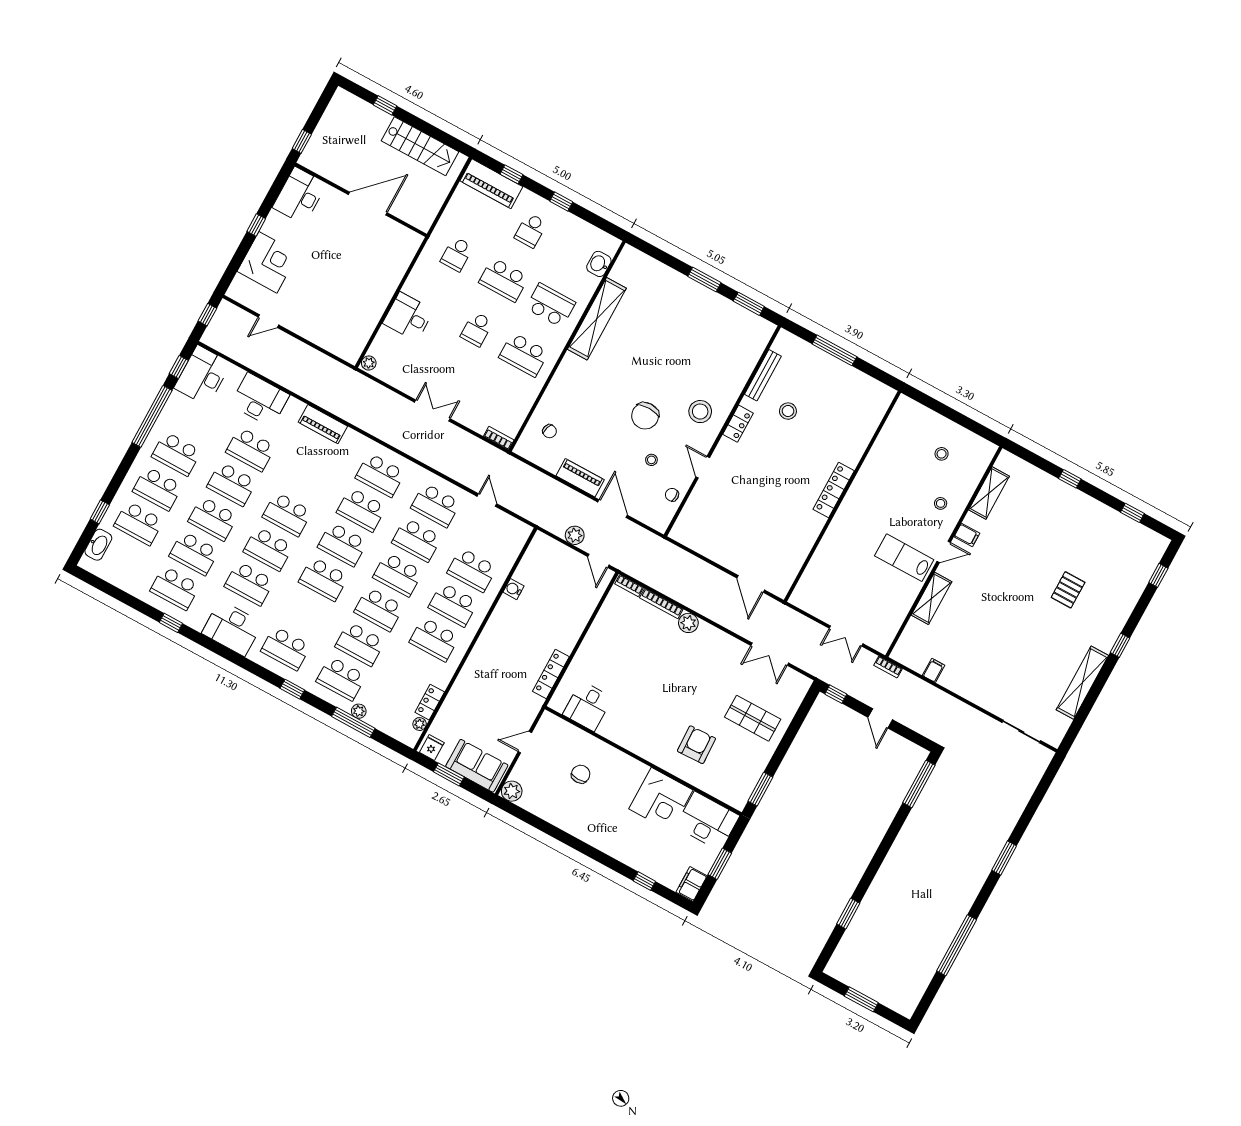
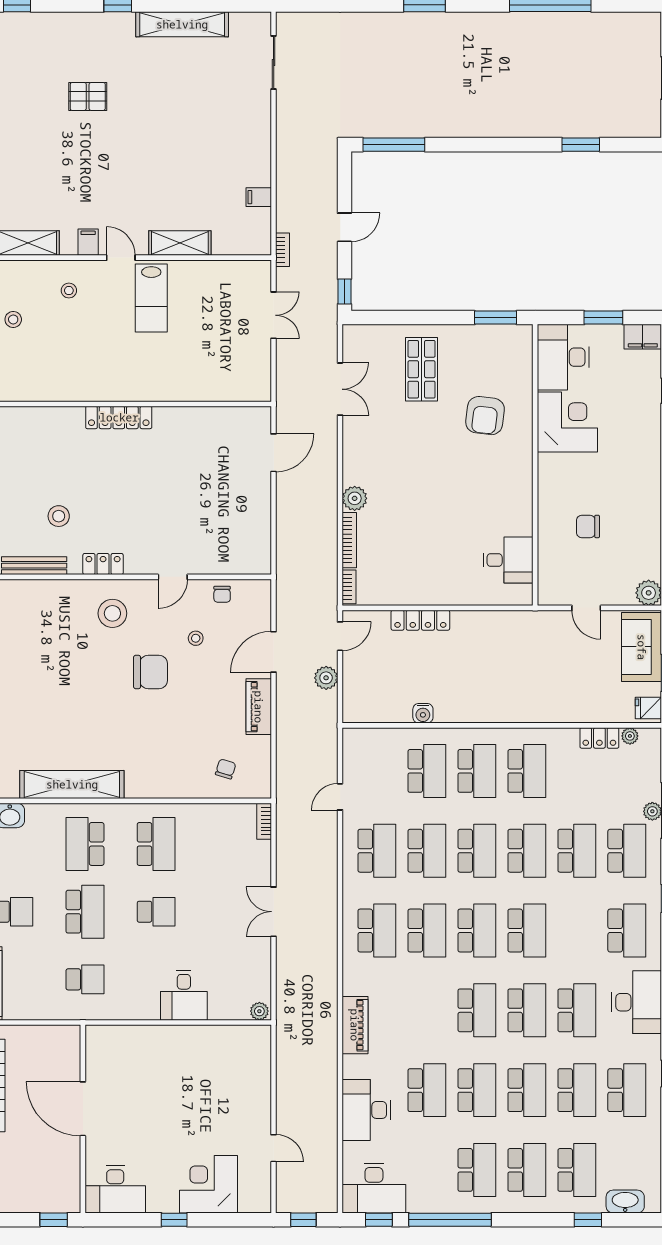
locker: (551, 674) -> (420, 620), moved
armchair: (696, 745) -> (485, 416), turned -81

